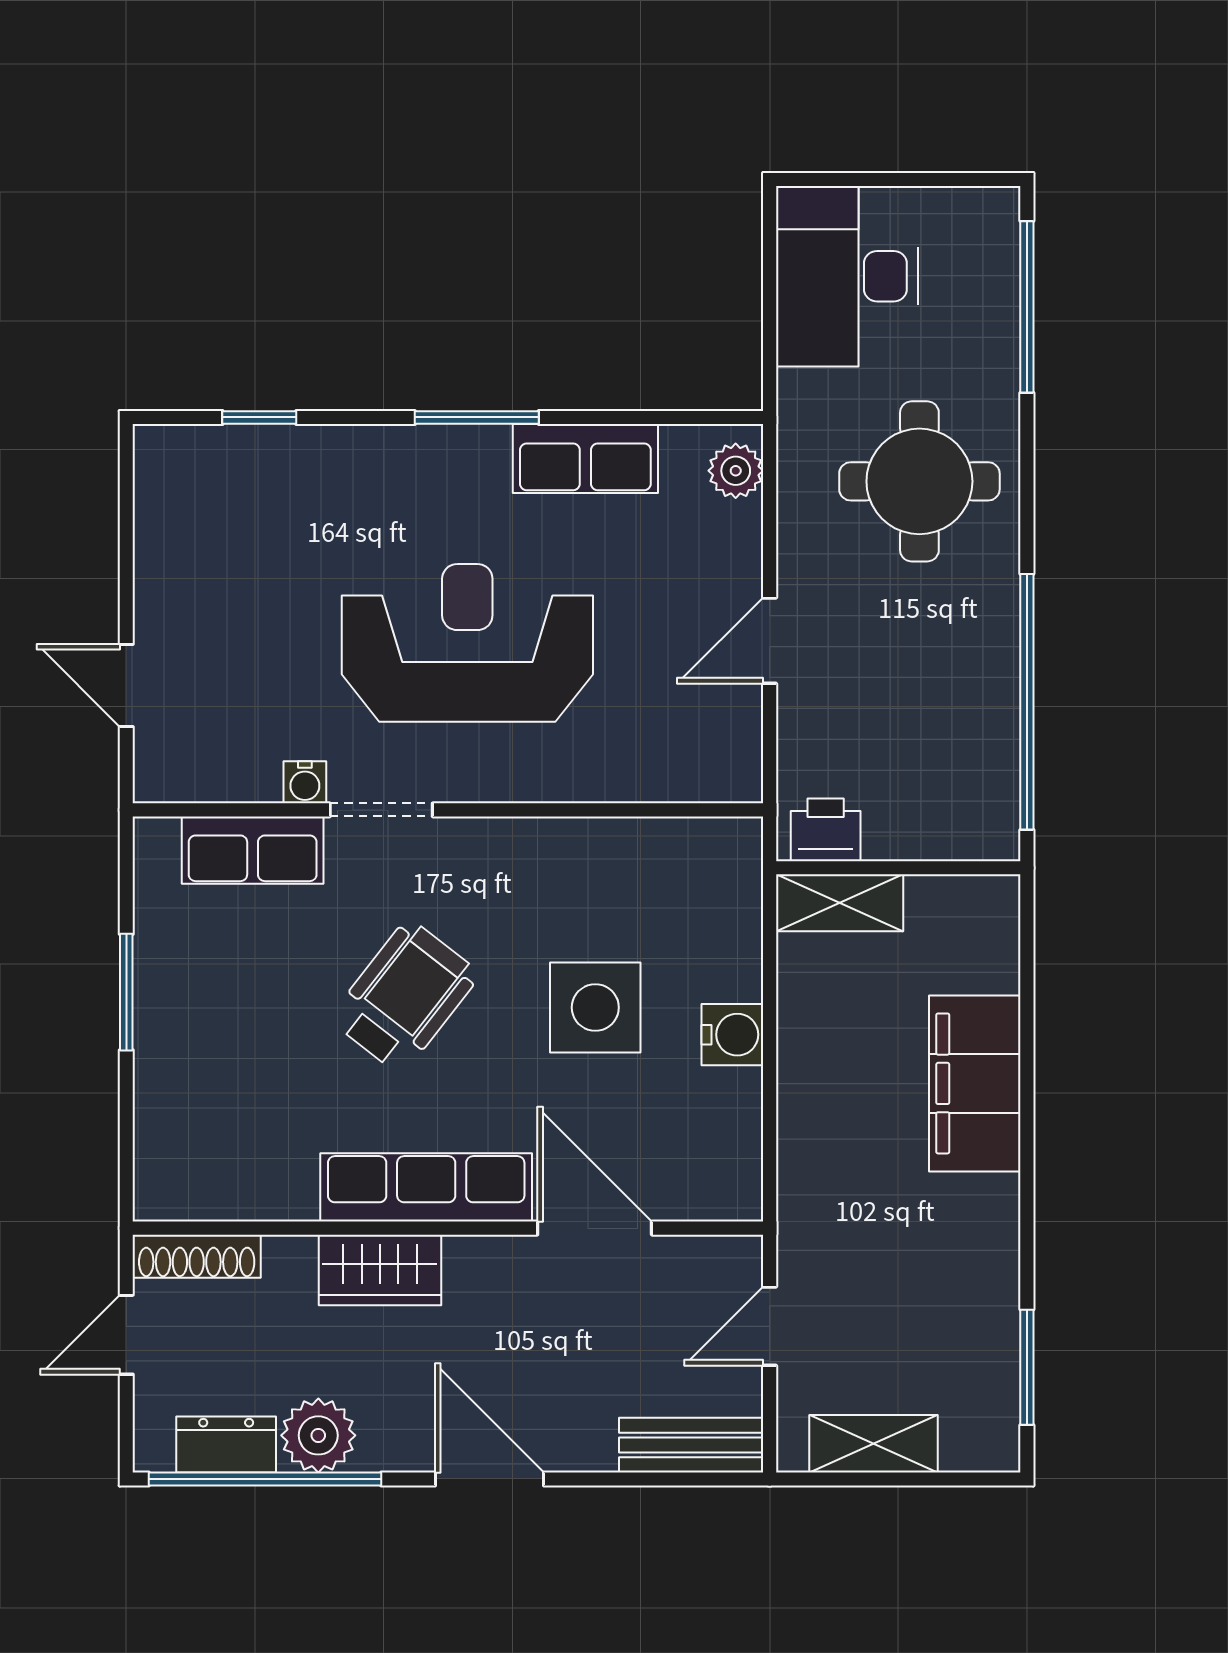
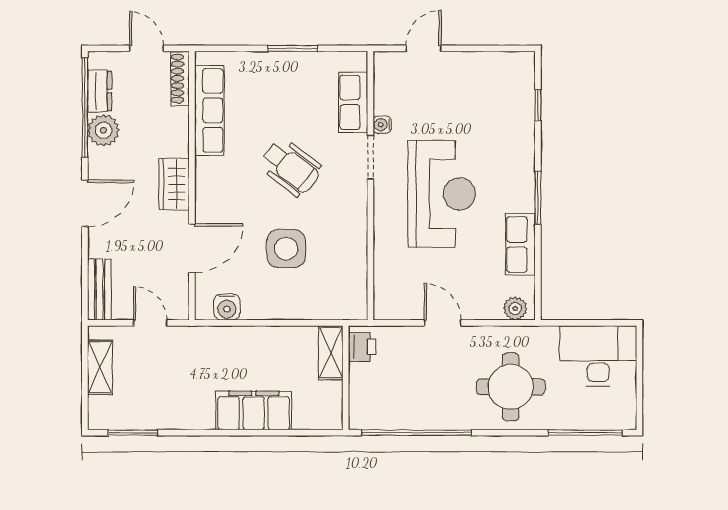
water cooler: (732, 1035) -> (227, 307), moved
row of seats: (426, 1187) -> (209, 110), moved
wardrobe: (380, 1270) -> (174, 184), moved

